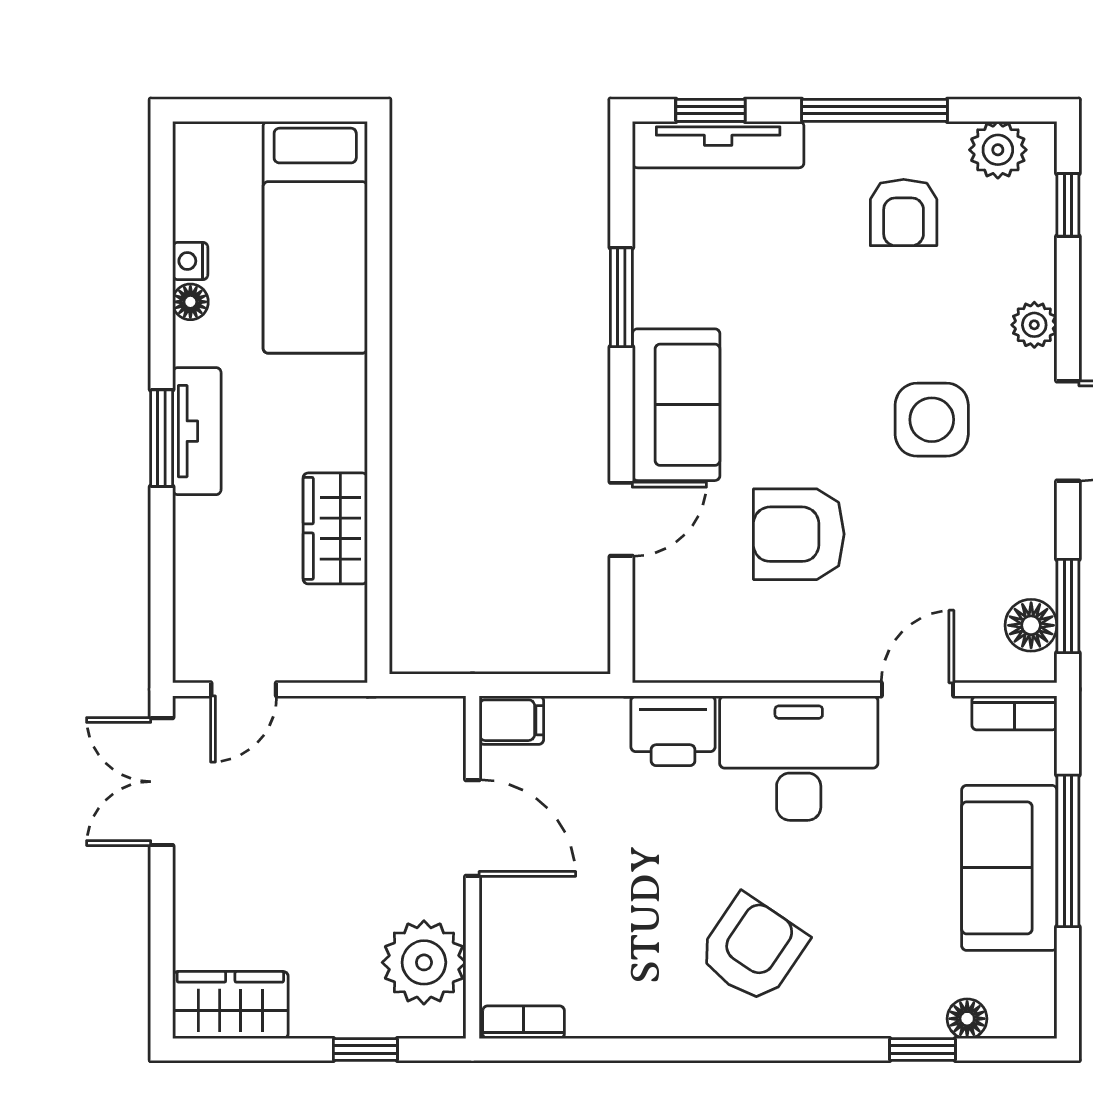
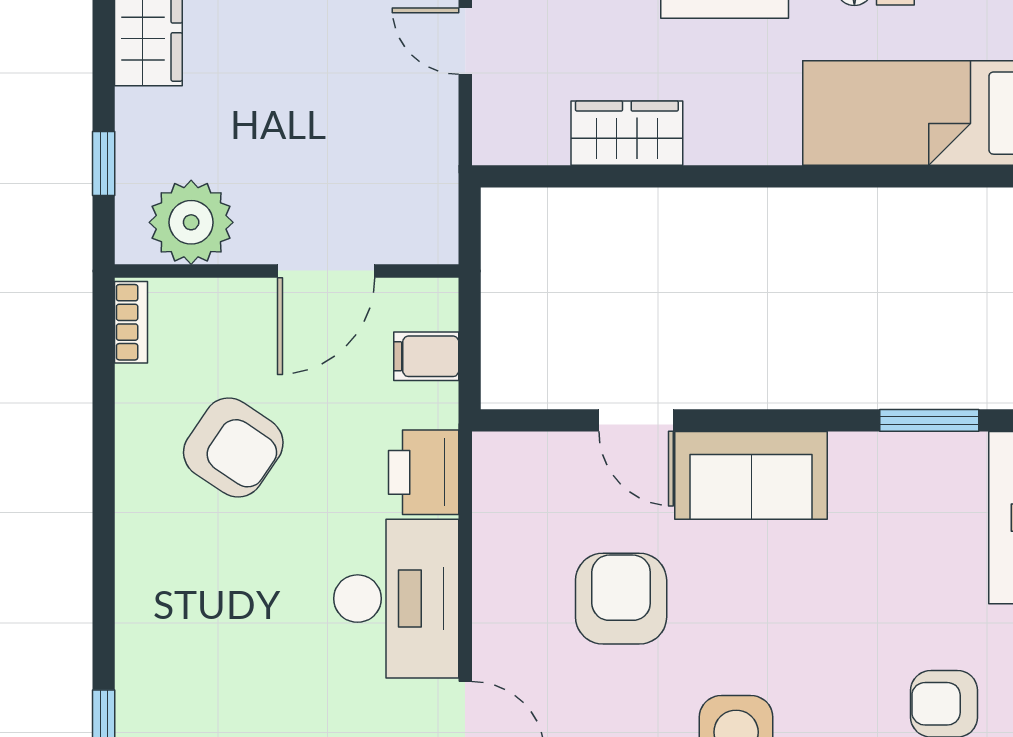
window: (621, 297) -> (929, 420), moved
filing cabinet: (511, 720) -> (426, 356), moved, turned 90
armchair: (752, 949) -> (233, 448), moved

